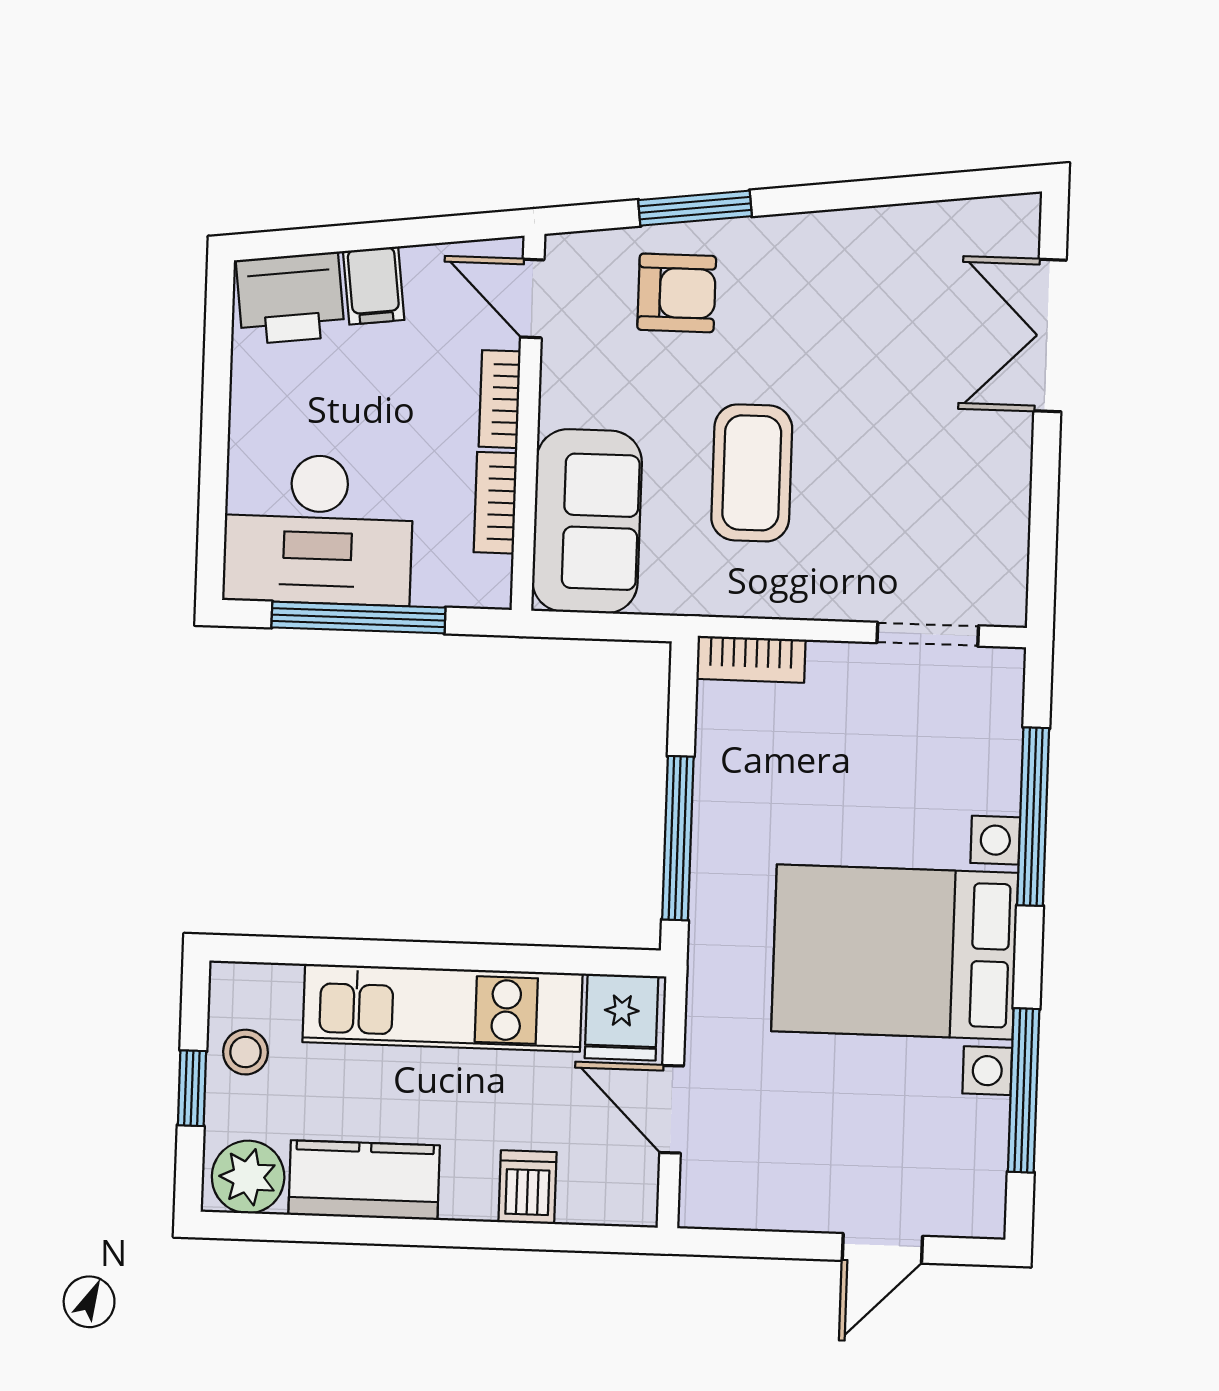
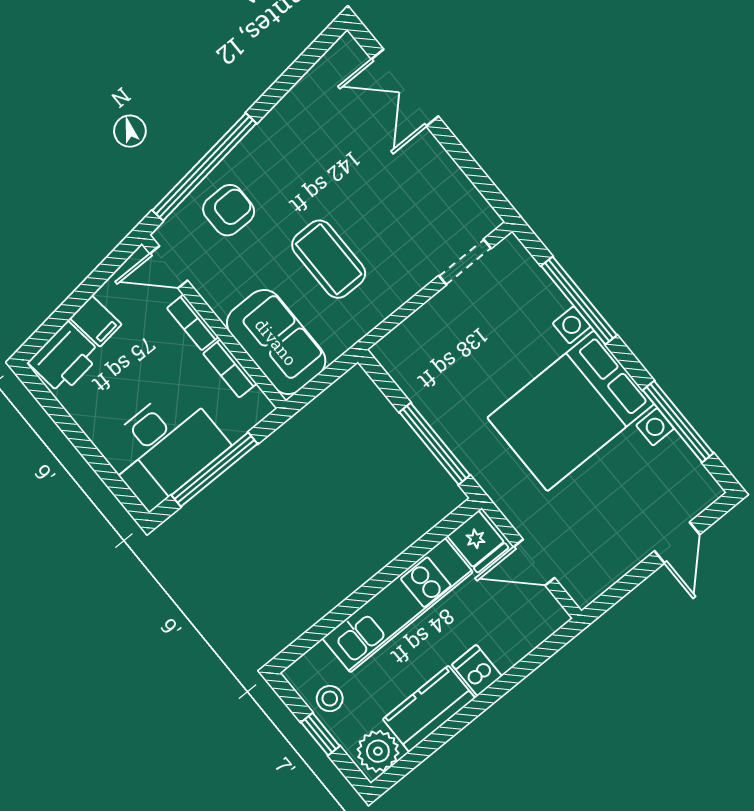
window: (695, 208) -> (204, 167), width x2.11
bookcase: (751, 659) -> (399, 339), removed
dishwasher: (528, 1187) -> (477, 670), moved

